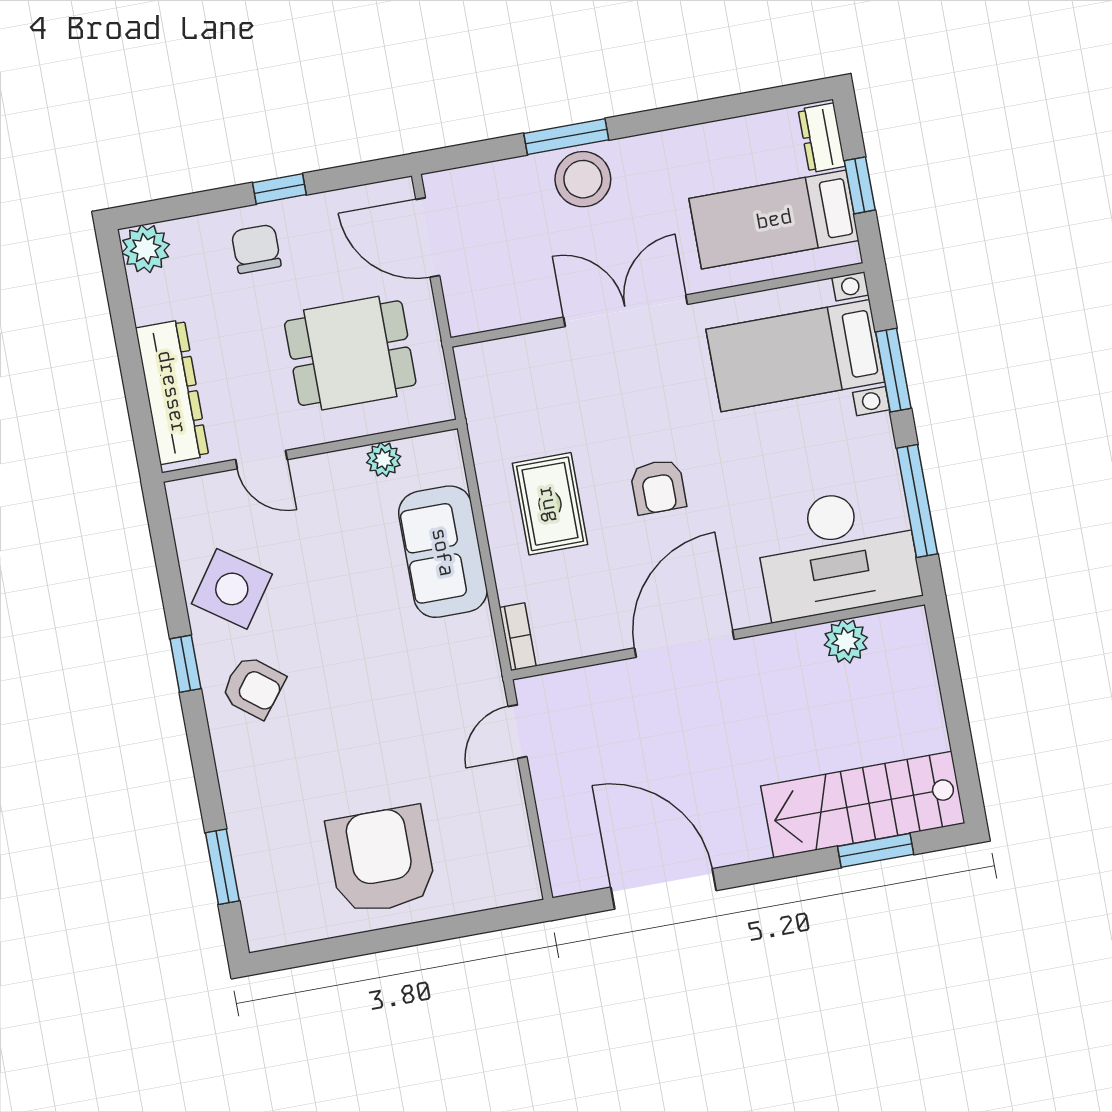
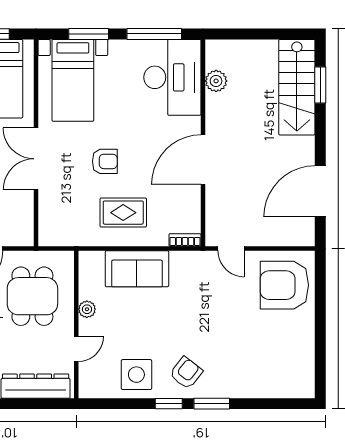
plant: (384, 459) -> (87, 309), moved
armchair: (658, 487) -> (105, 161), moved
side table: (232, 589) -> (136, 375), turned -35
door: (684, 644) -> (203, 160), hinge flipped
armchair: (381, 860) -> (284, 285), moved
window: (222, 867) -> (212, 404), moved

